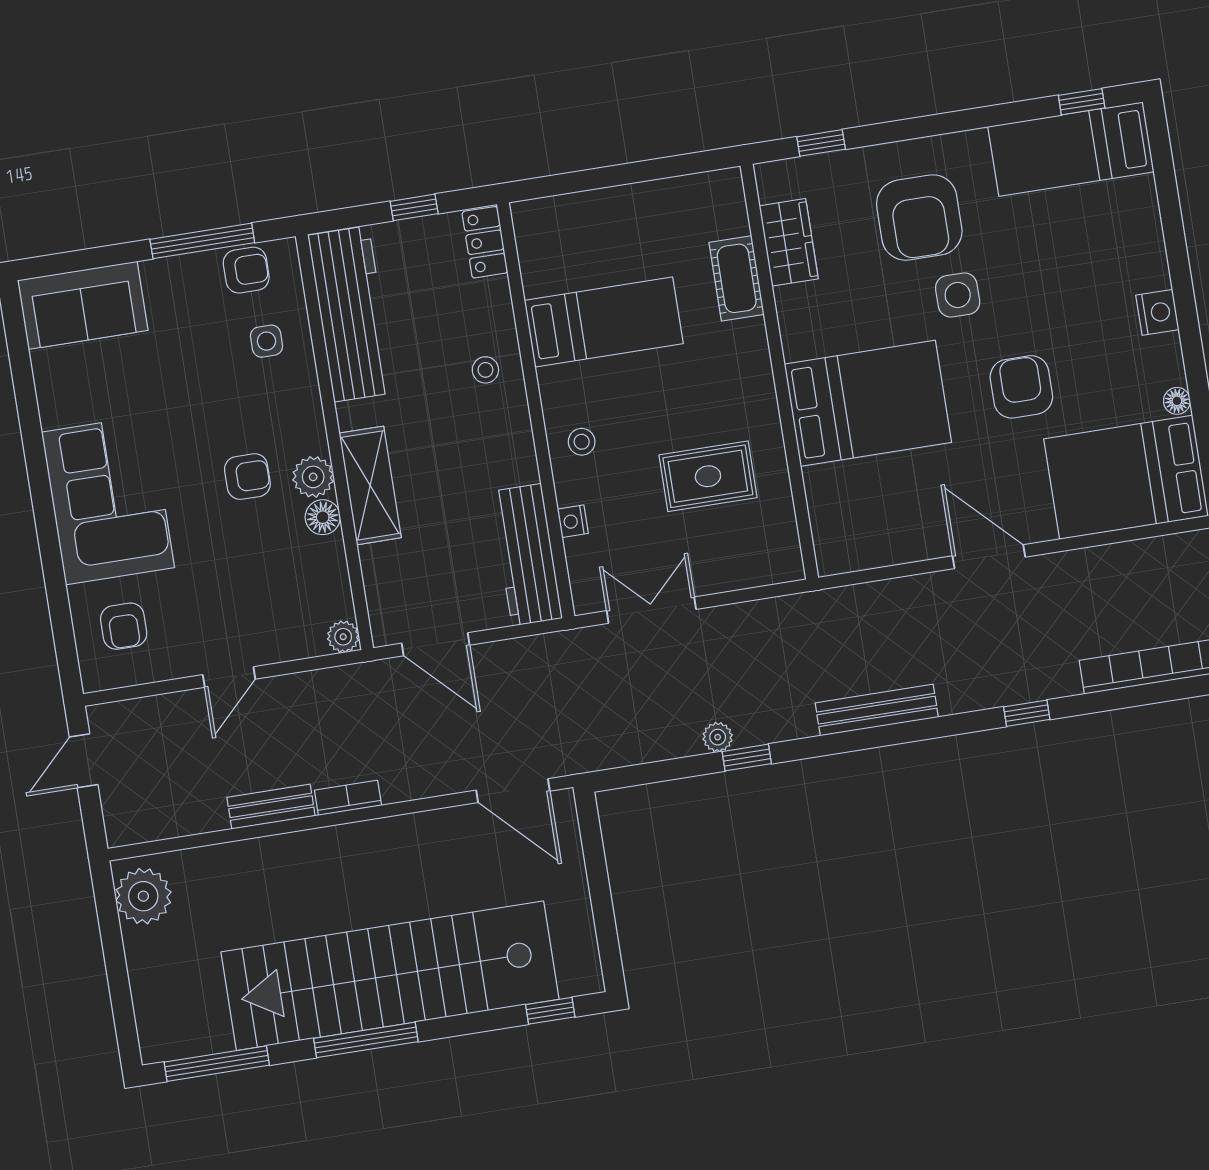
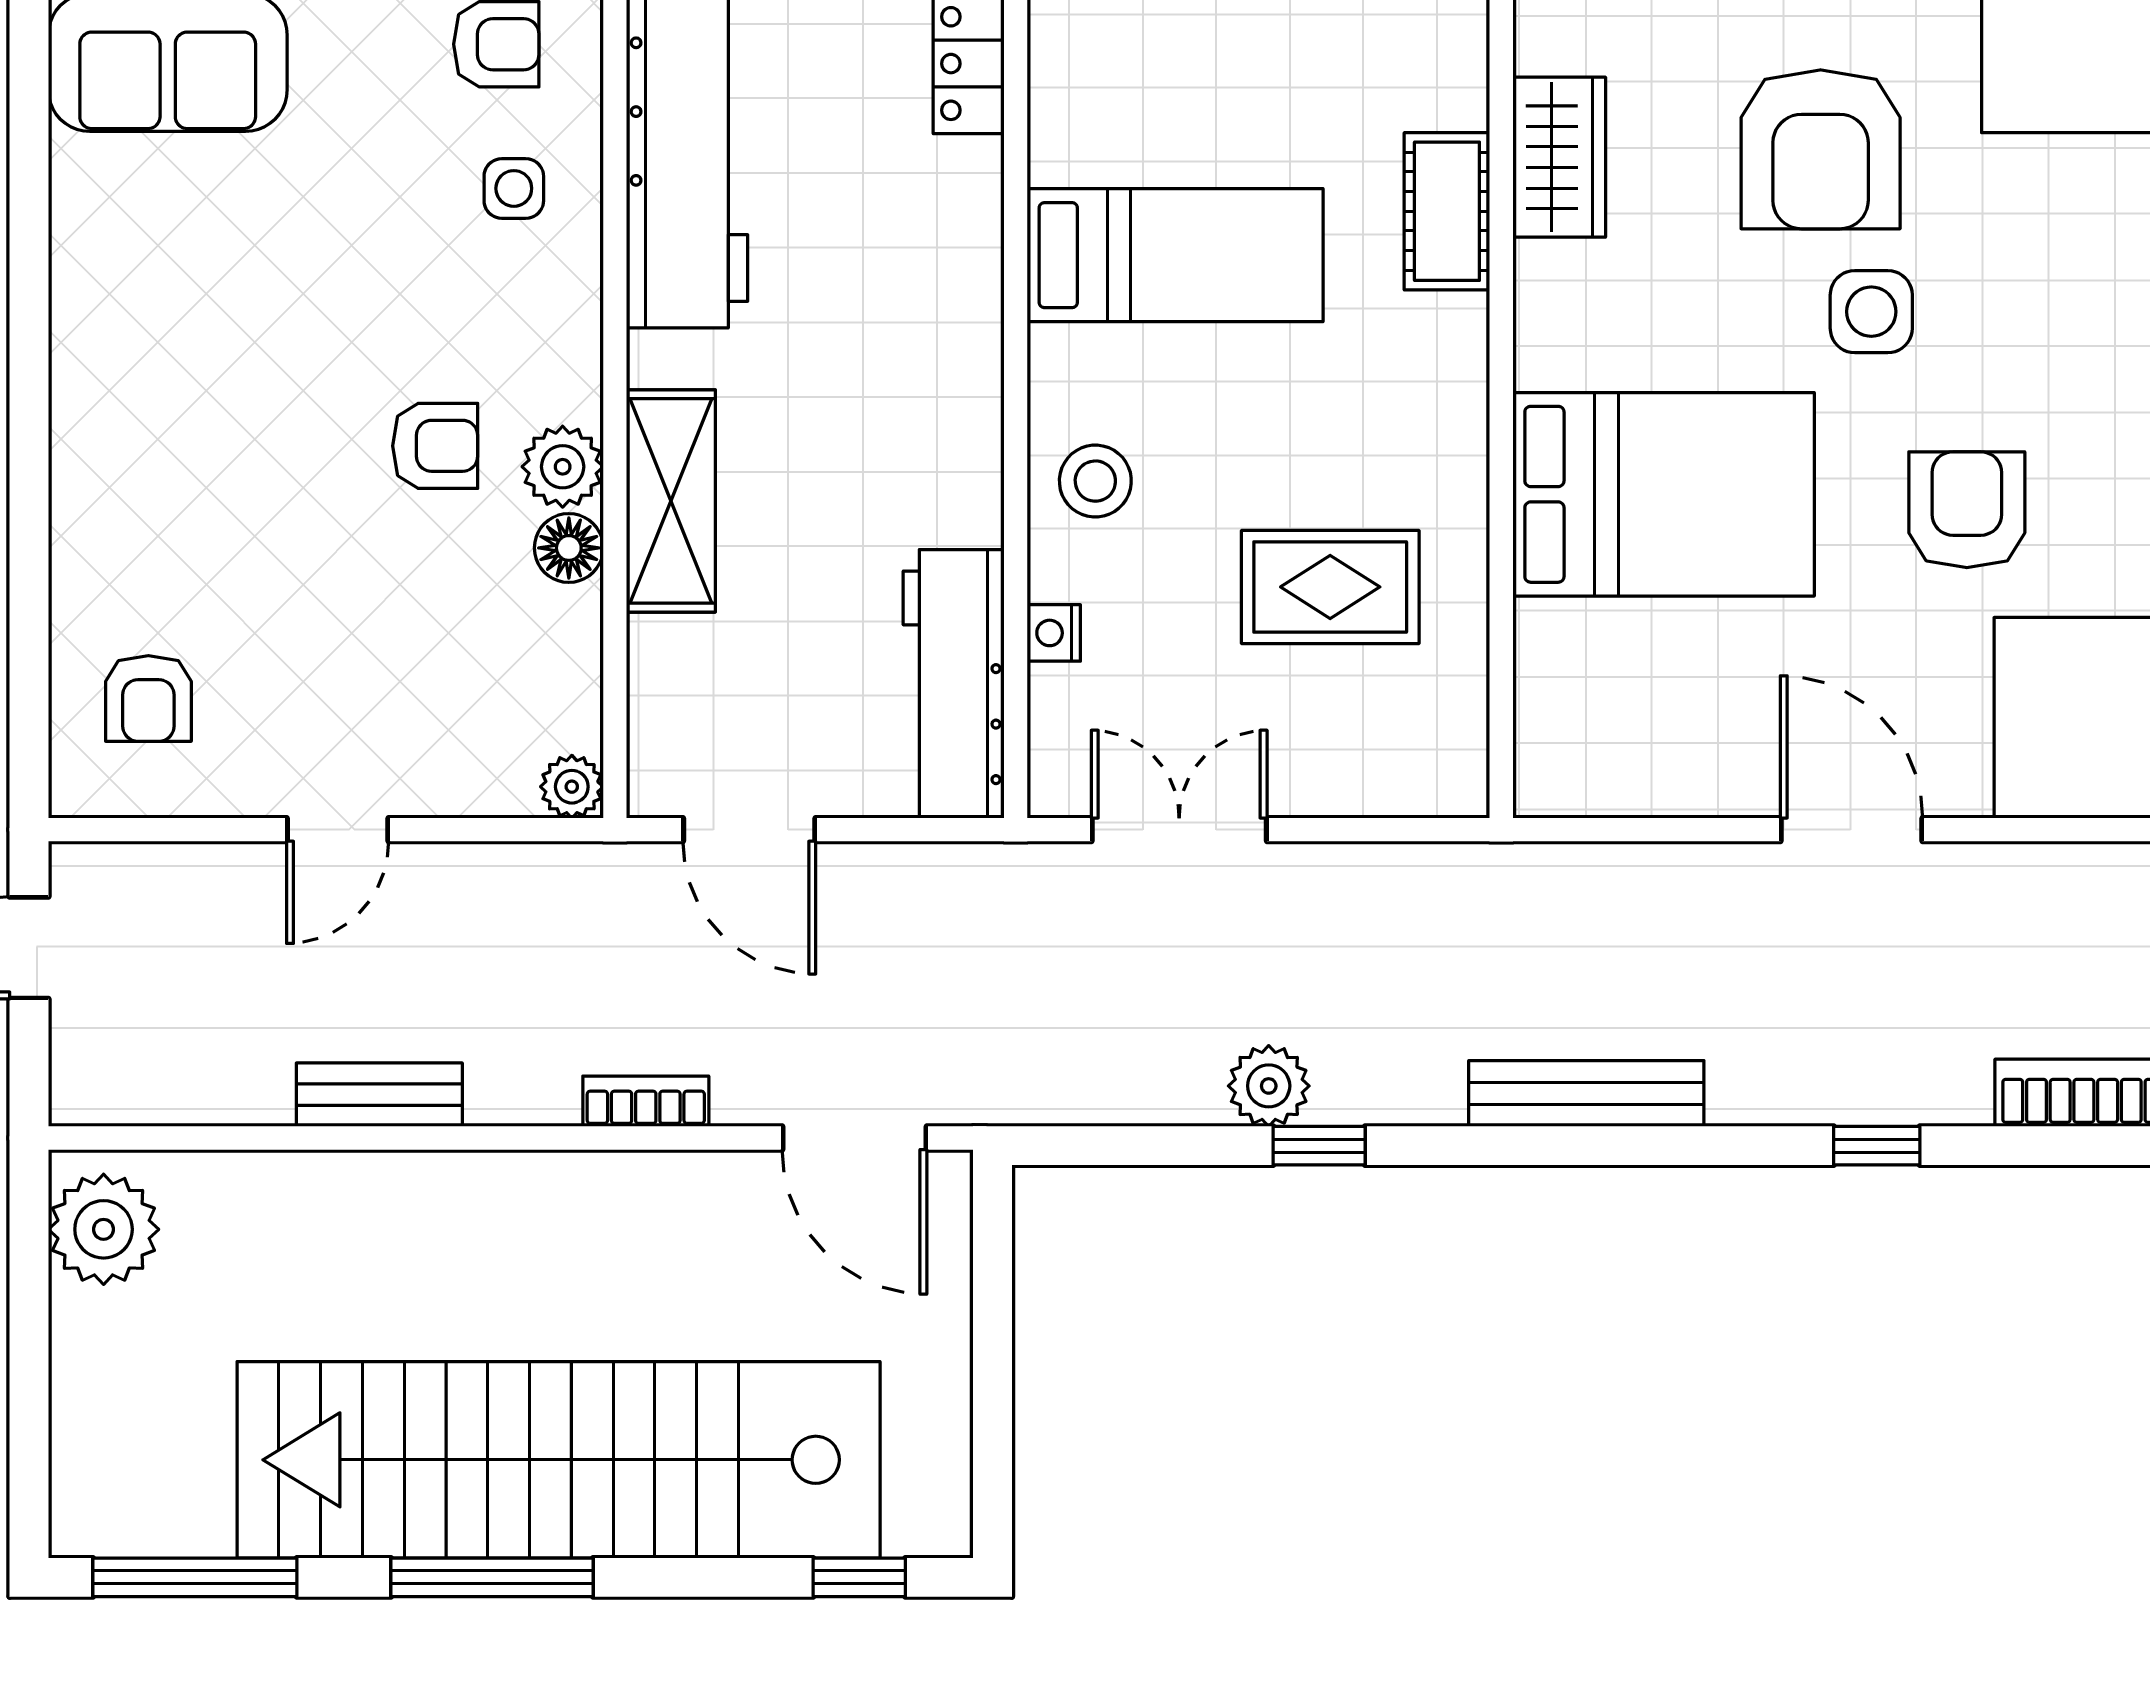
stool: (485, 370) -> (931, 312), removed
stool: (582, 442) -> (1095, 481), width x1.37, depth x1.37
corner sofa: (108, 500) -> (157, 448), removed
plant: (718, 737) -> (1269, 1086), width x1.38, depth x1.38
bookcase: (348, 798) -> (646, 1101), moved

